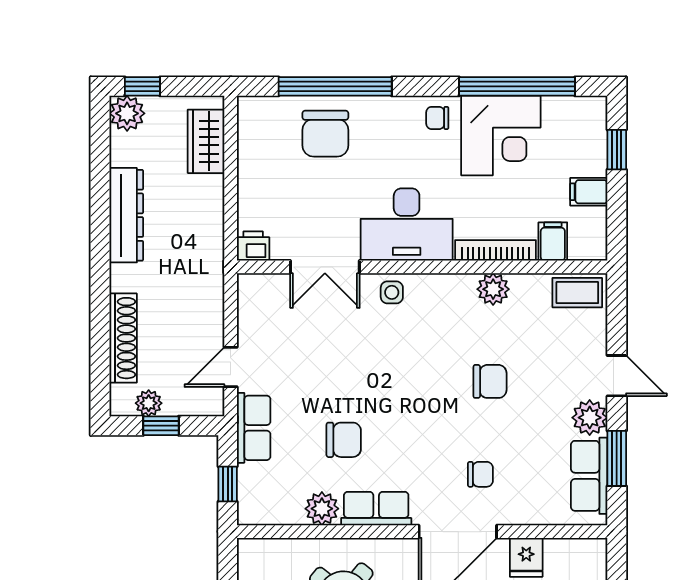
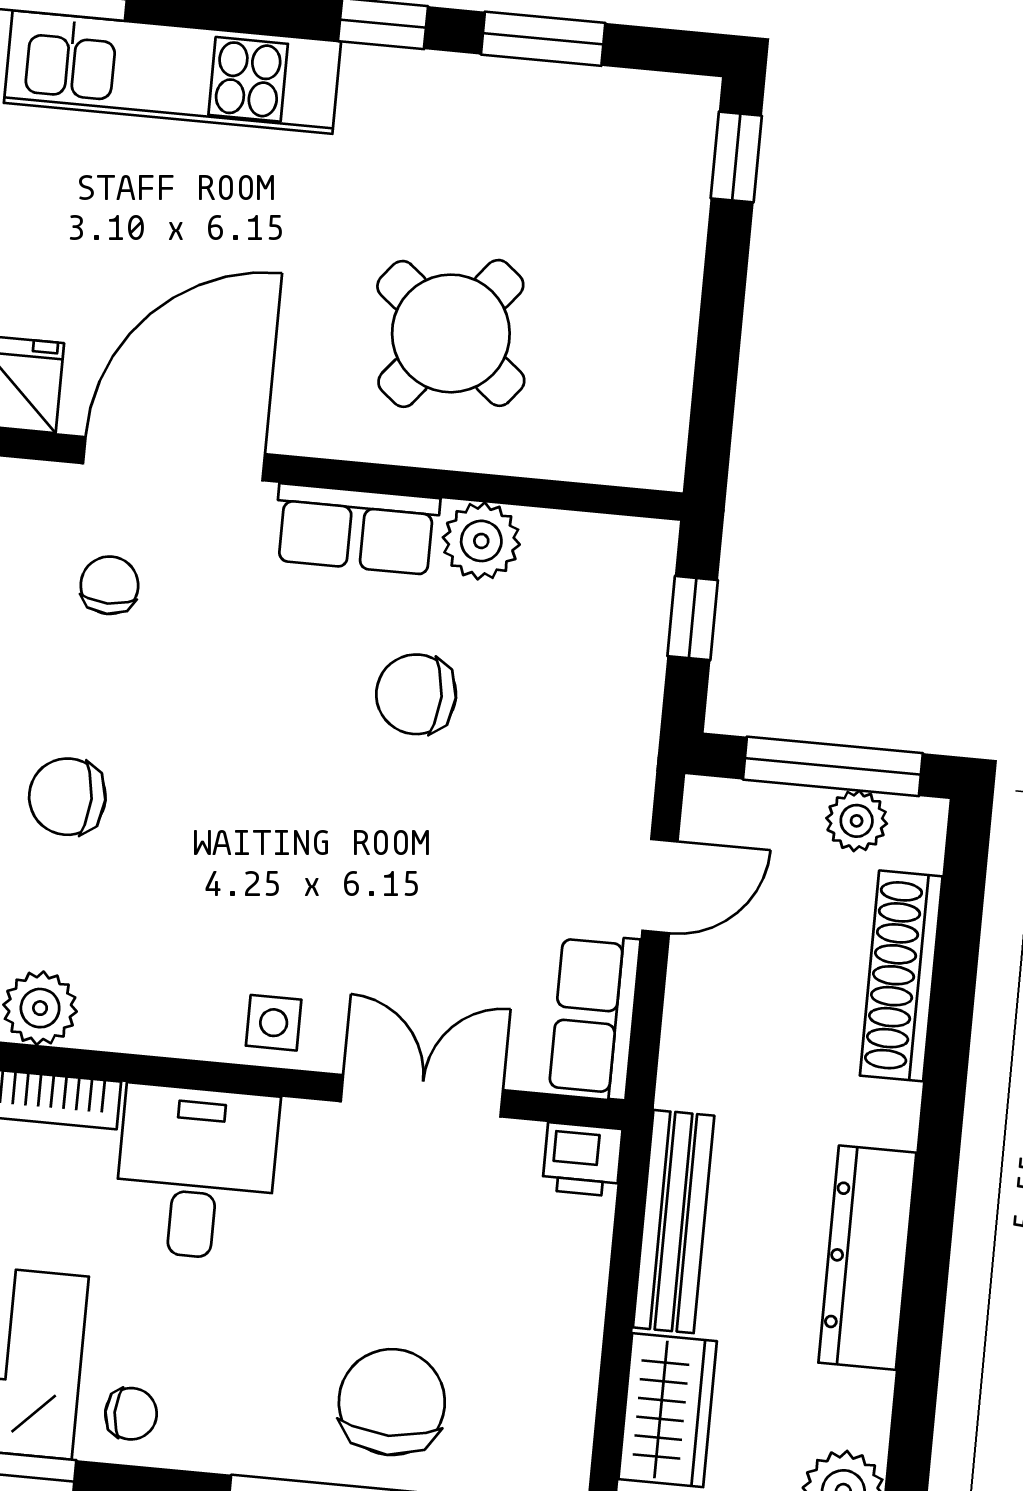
bench: (211, 223) -> (674, 1222), added
desk: (407, 225) -> (196, 1173), width x0.73
window: (161, 426) -> (833, 766), width x2.17
row of seats: (254, 428) -> (594, 1016), moved
chair: (480, 474) -> (109, 585), turned 90

